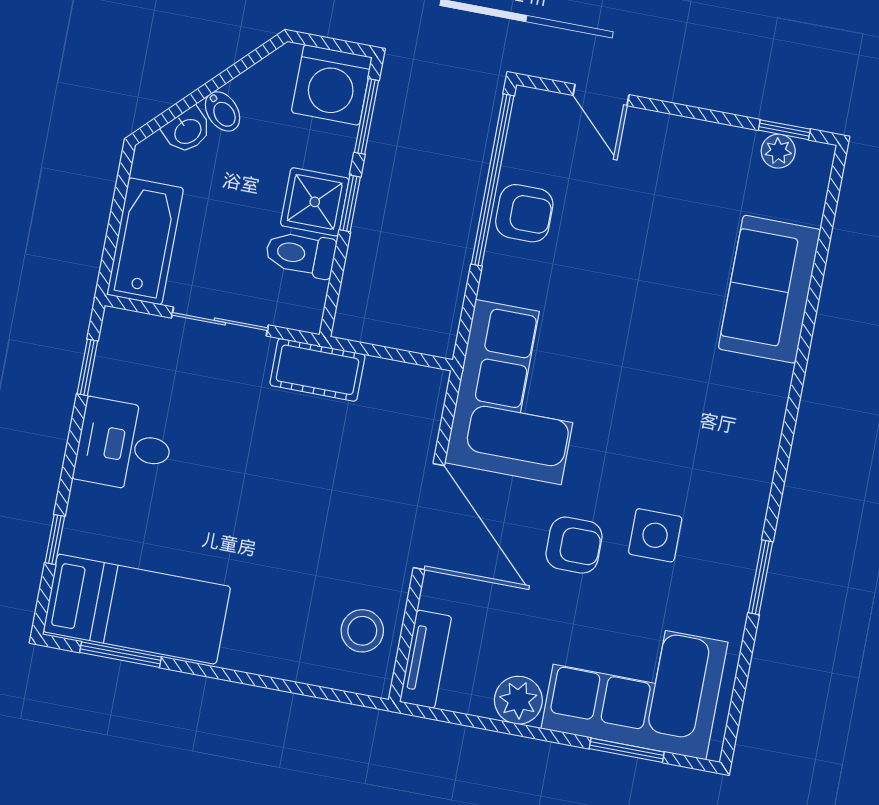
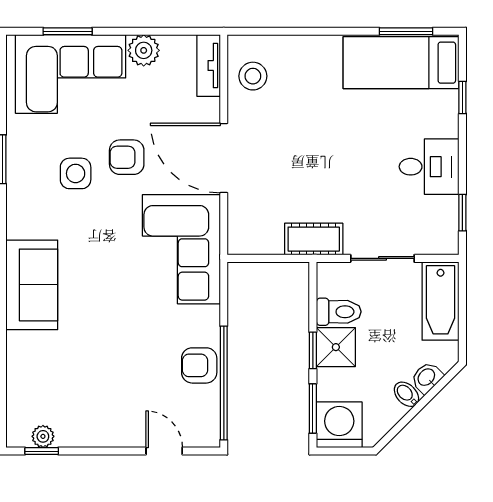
sofa: (769, 289) -> (32, 285), moved

